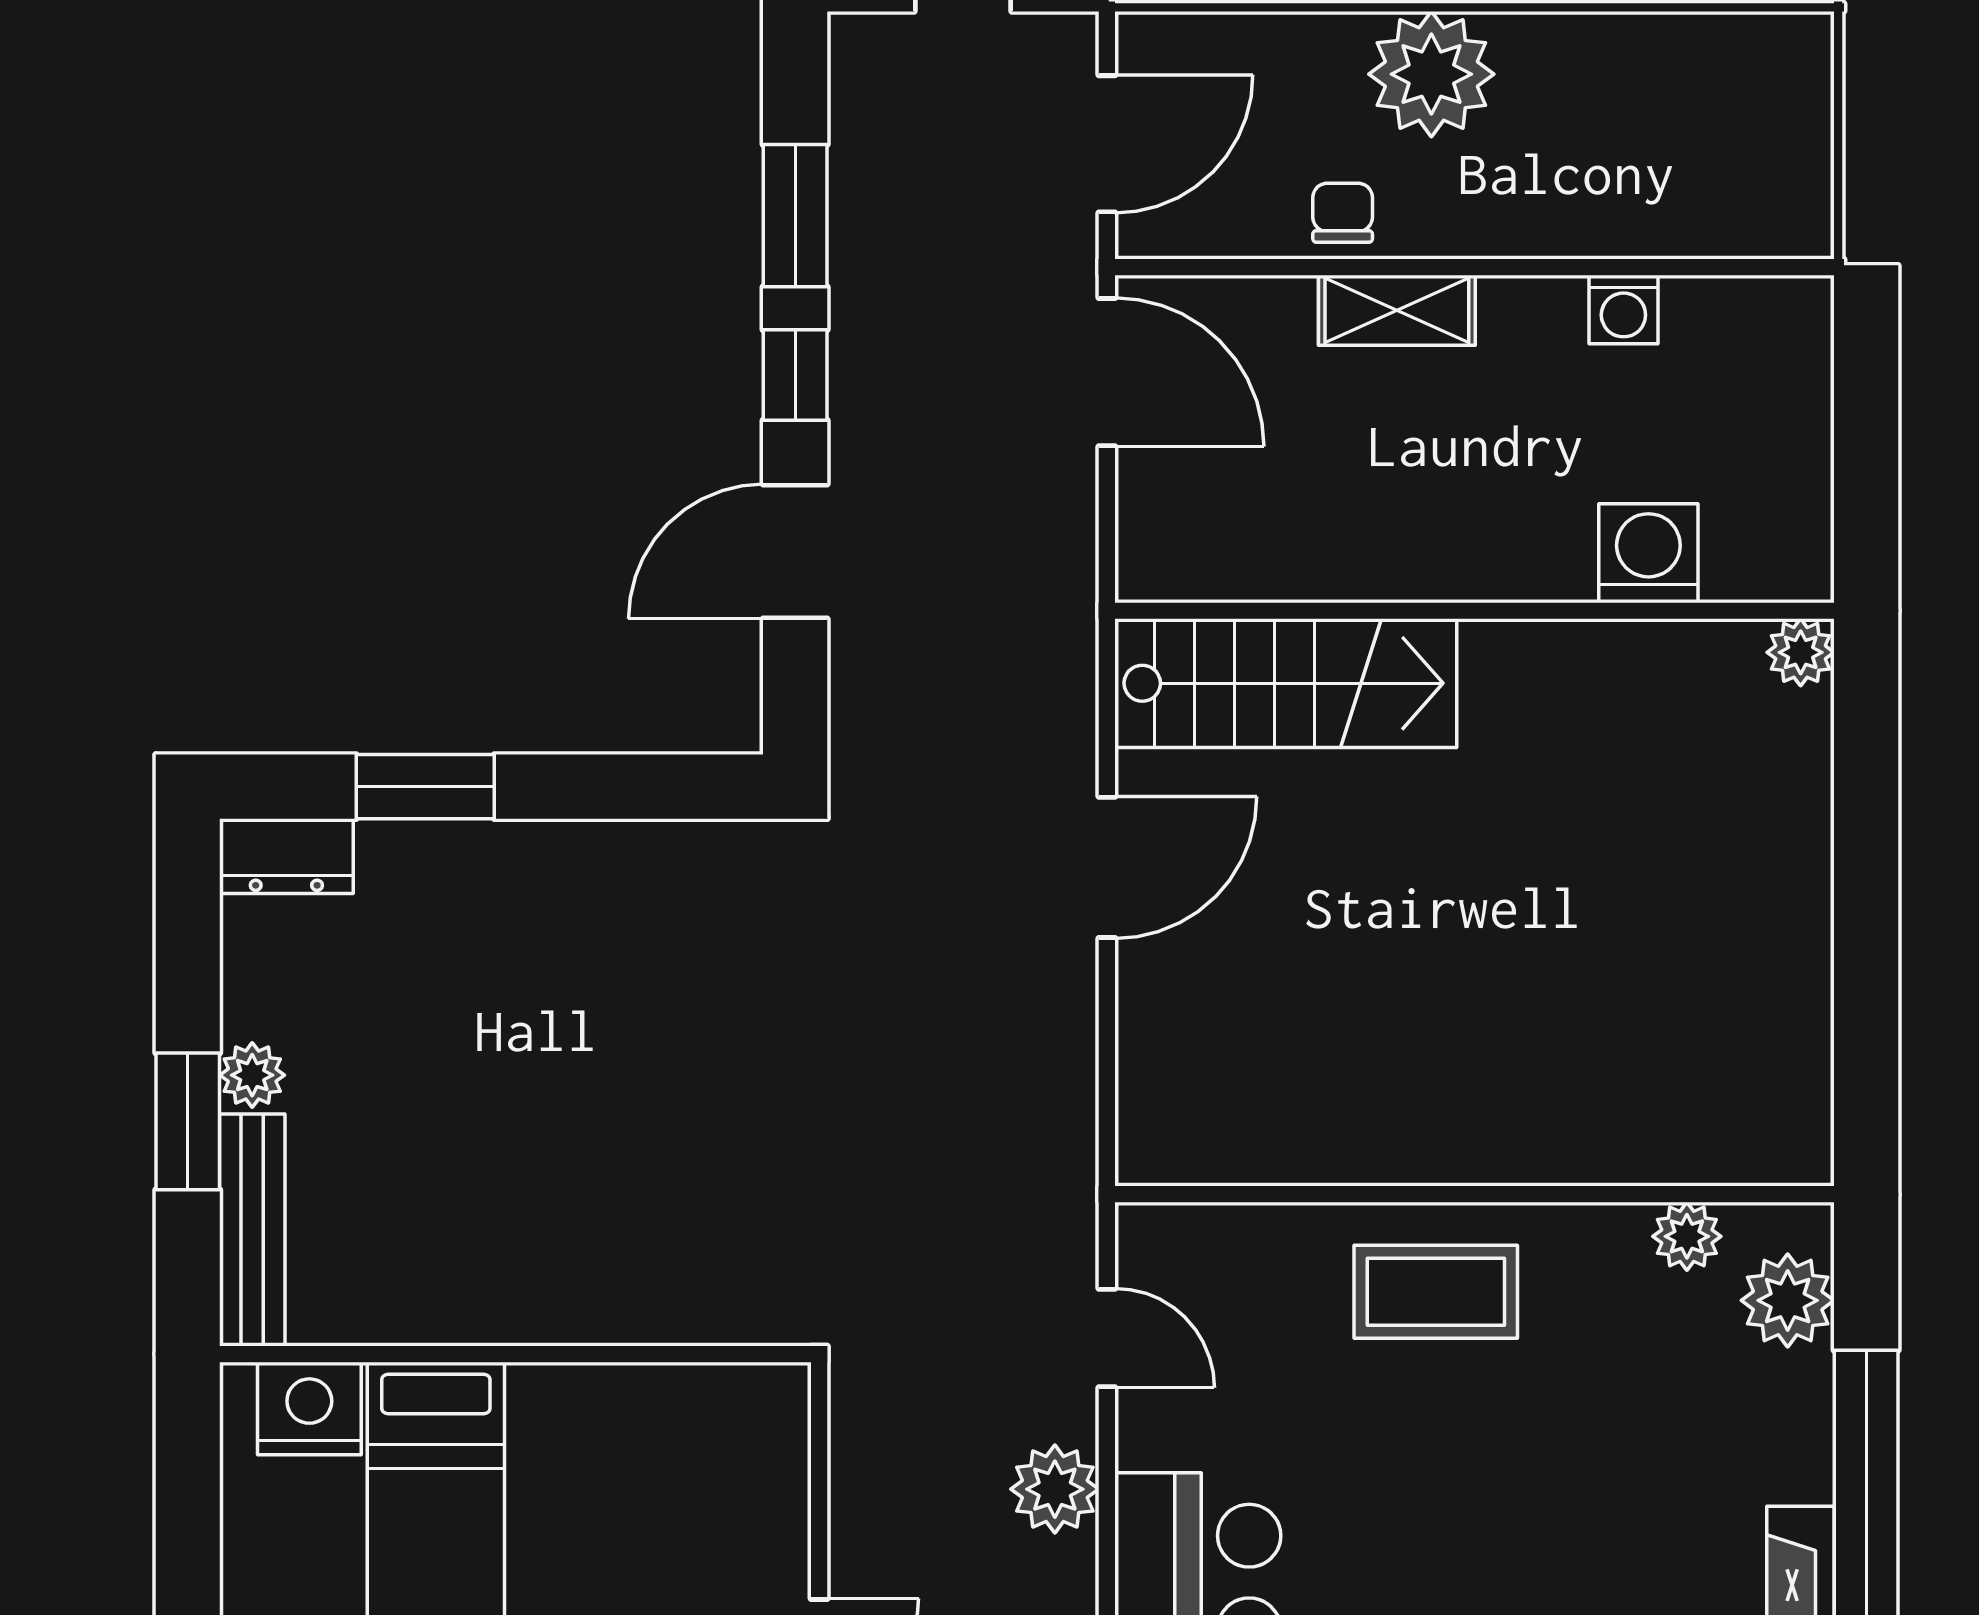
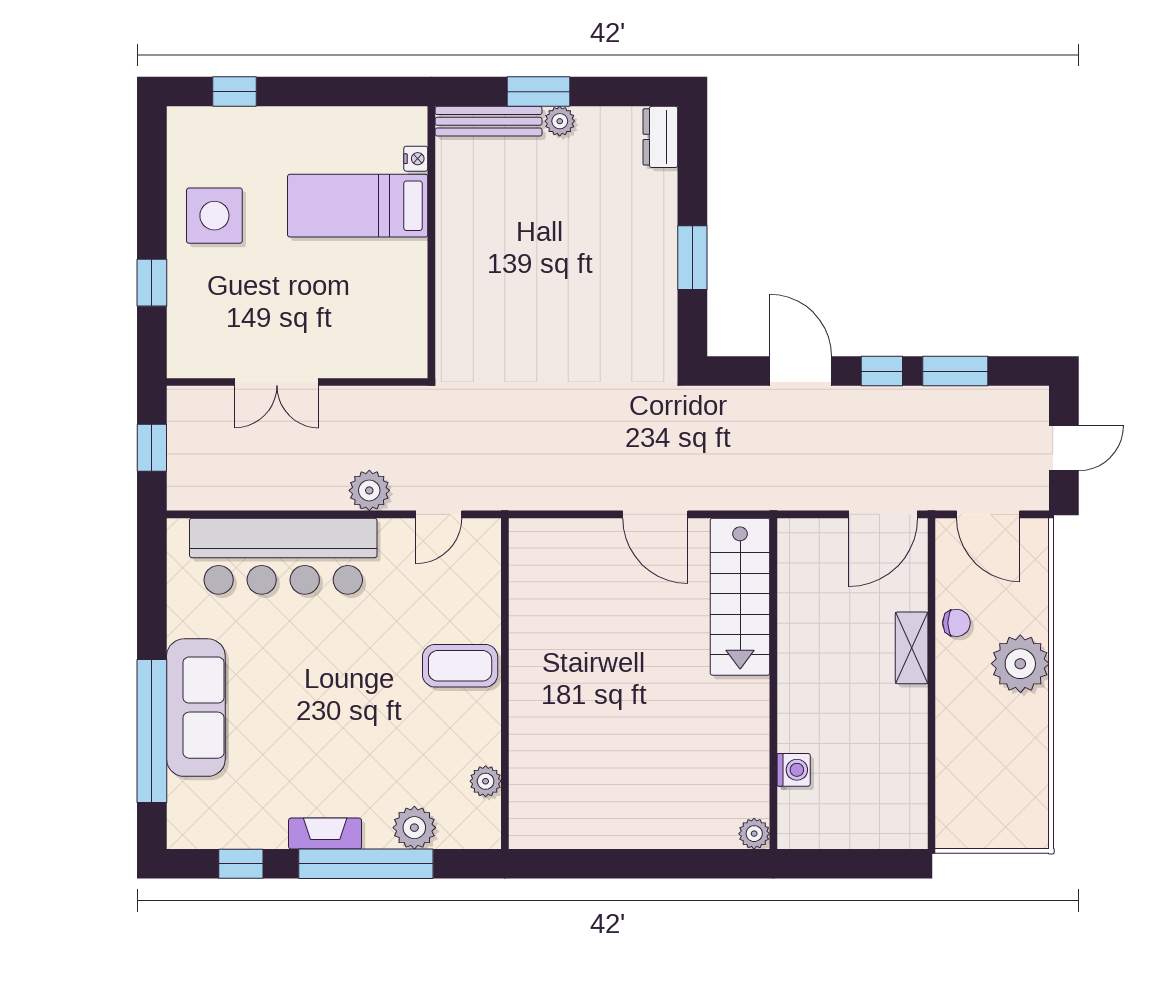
washing machine: (1623, 309) -> (912, 752), removed
washing machine: (1648, 553) -> (794, 770), width x0.73, depth x0.73
window: (425, 787) -> (692, 258), moved
coffee table: (1436, 1292) -> (460, 666), turned 90
plant: (1788, 1300) -> (414, 828), moved
nightstand: (309, 1408) -> (416, 159), width x0.53, depth x0.56

